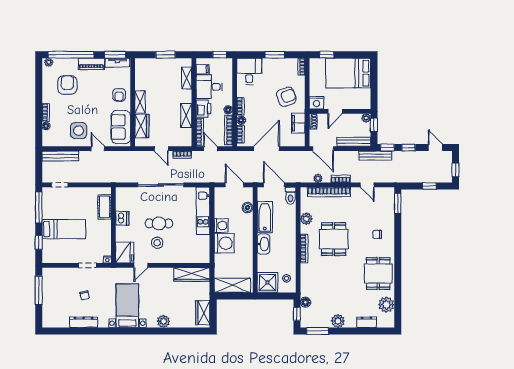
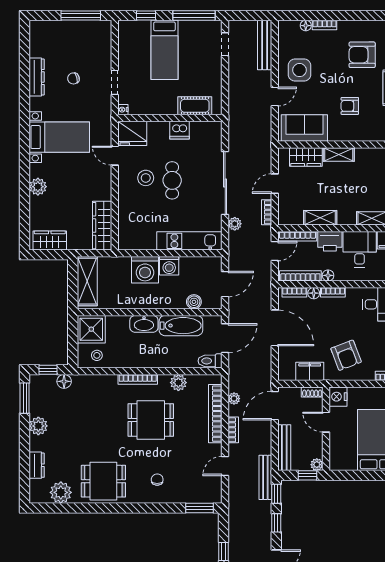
armchair: (67, 85) -> (362, 55), turned 180
armchair: (119, 95) -> (350, 106), moved
plant: (191, 178) -> (235, 224), added

